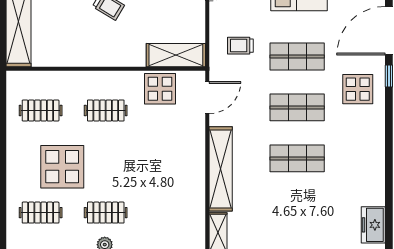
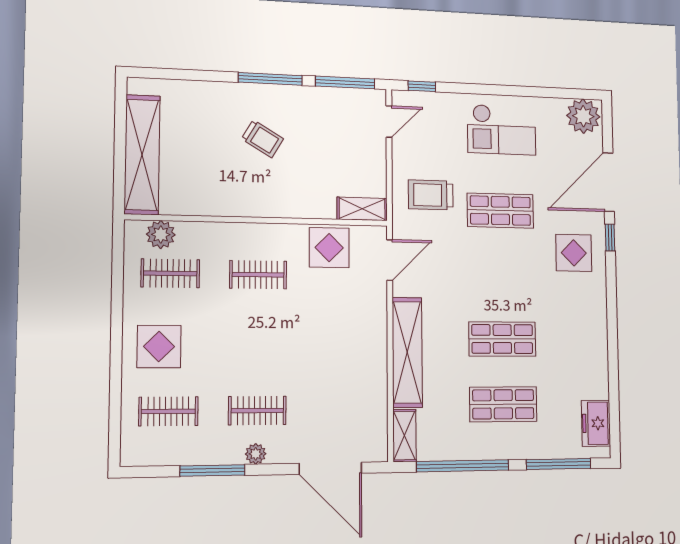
trolley: (240, 46) -> (431, 195), width x1.36, depth x1.39
shelving: (176, 55) -> (362, 209), width x0.67, depth x0.75
plant: (33, 81) -> (161, 235), added
shop shelf: (297, 107) -> (503, 404), moved
display table: (62, 167) -> (159, 347), moved, width x0.73, depth x0.73

